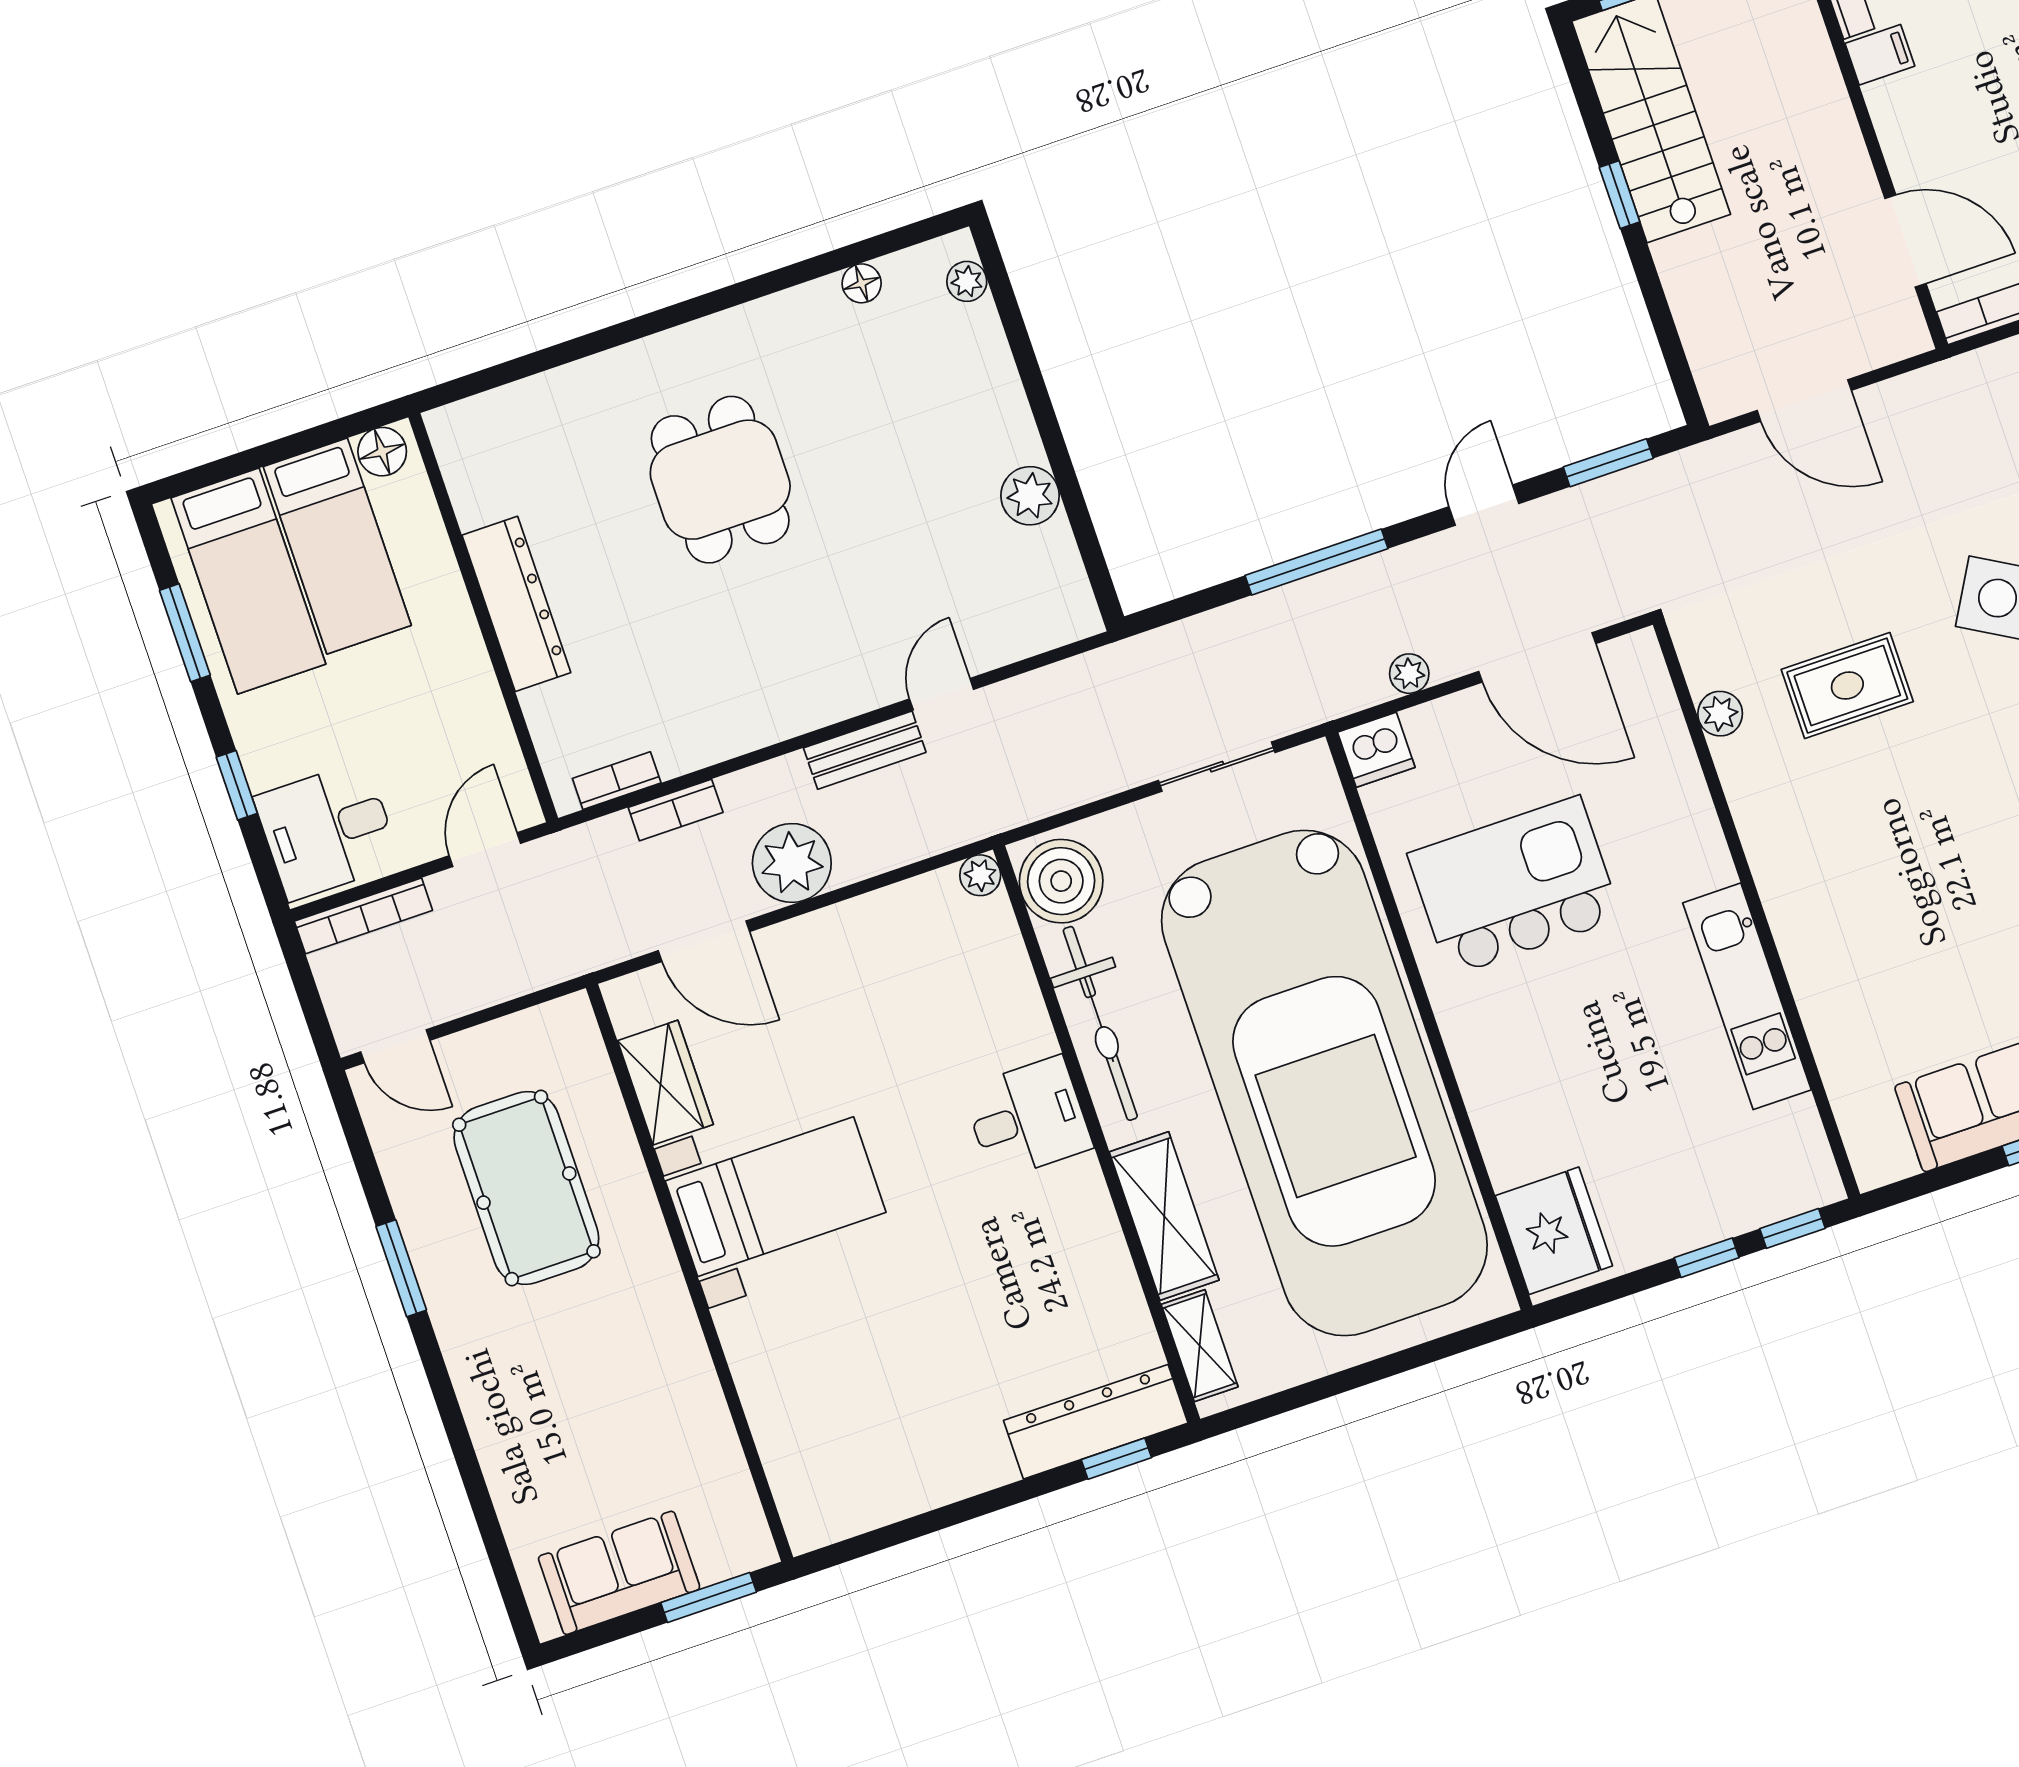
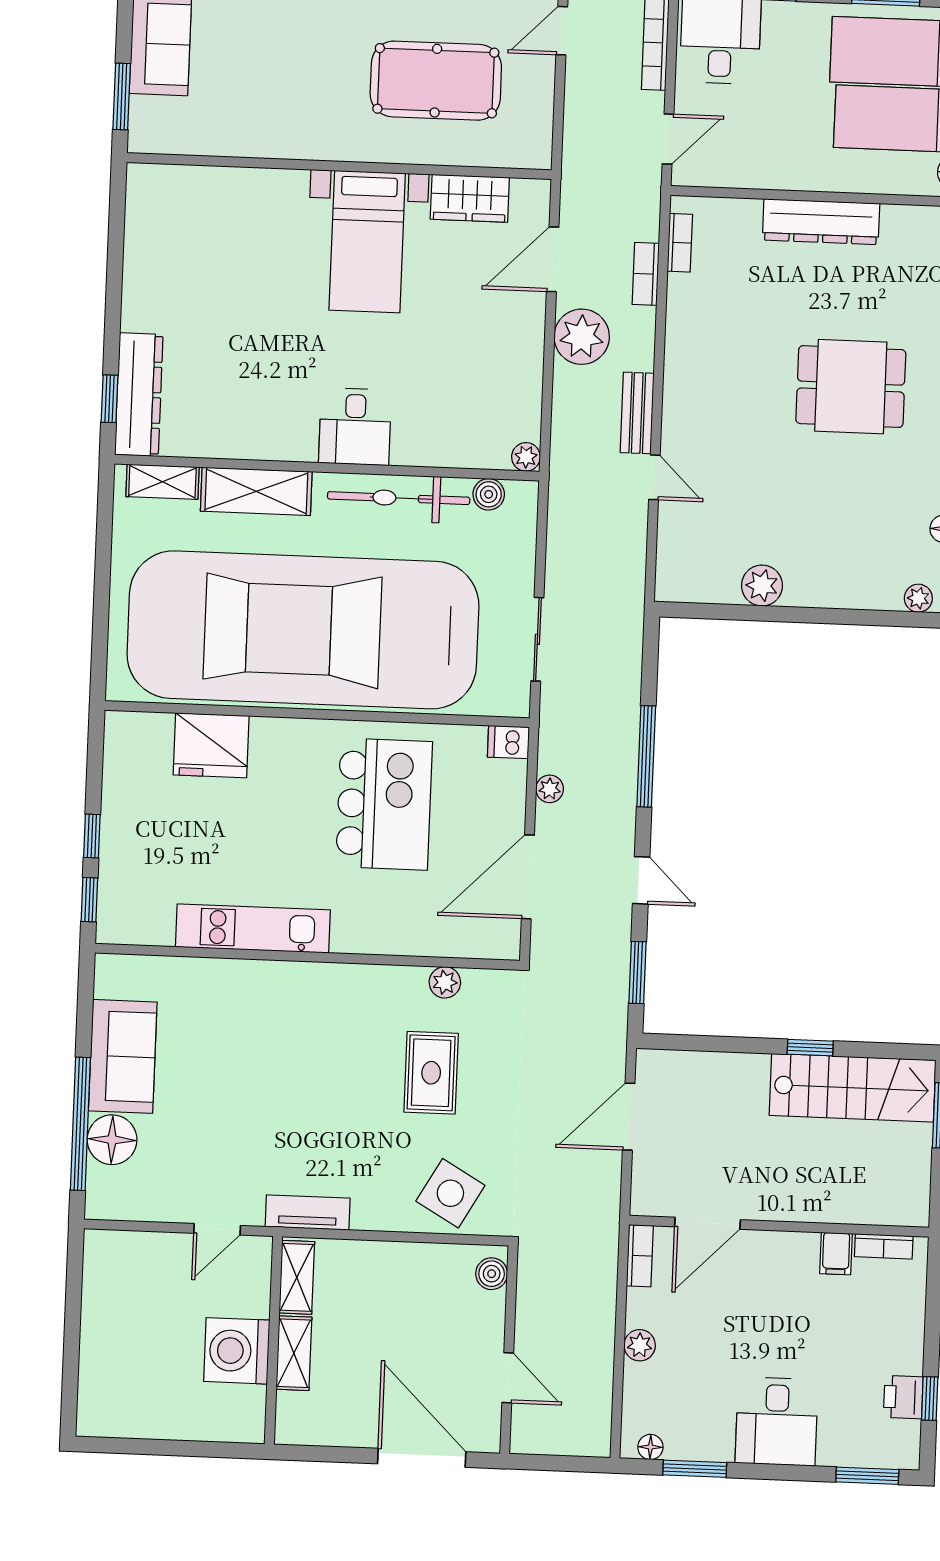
dishwasher: (1376, 750) -> (508, 742), width x0.73
door: (485, 850) -> (668, 139), hinge flipped
boiler: (1061, 881) -> (489, 494), width x0.54, depth x0.54
fridge: (1554, 1231) -> (211, 745), moved

